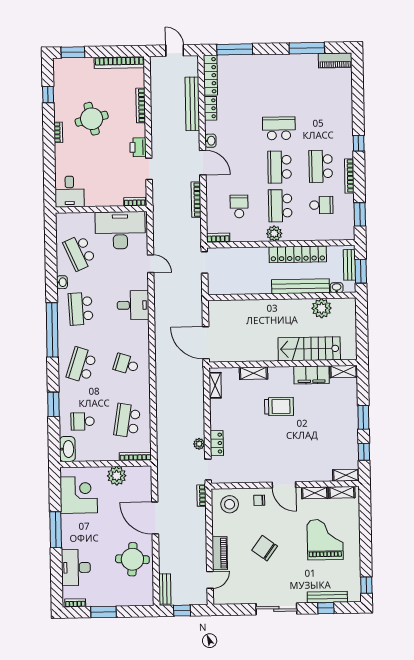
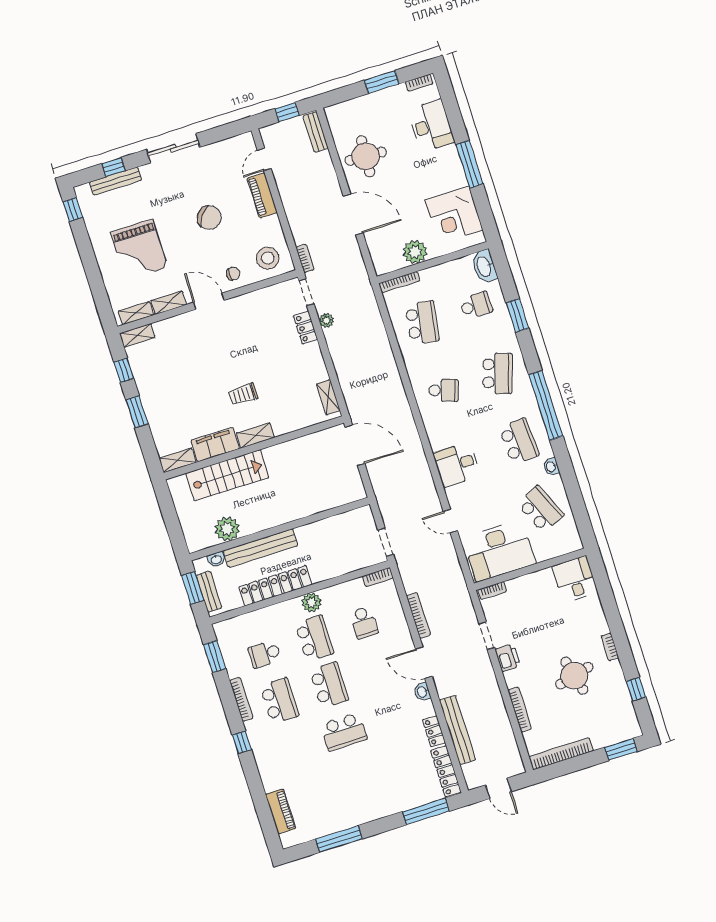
piano: (335, 60) -> (281, 811), moved, turned 90
shelving: (253, 373) -> (255, 435), moved
trolley: (279, 407) -> (243, 394), width x0.73, depth x0.72

